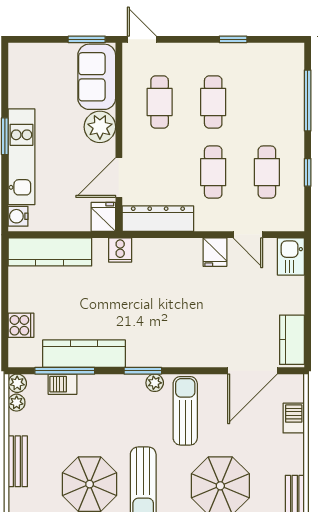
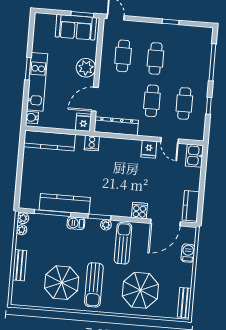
sofa: (97, 77) -> (76, 27), moved, turned -90
cooker: (21, 325) -> (139, 211), moved, turned -90
barbecue: (62, 384) -> (76, 223), moved

